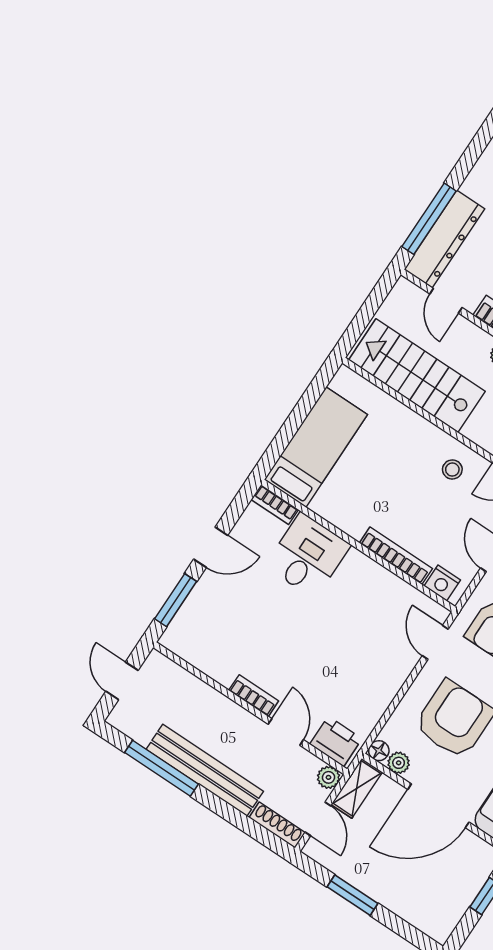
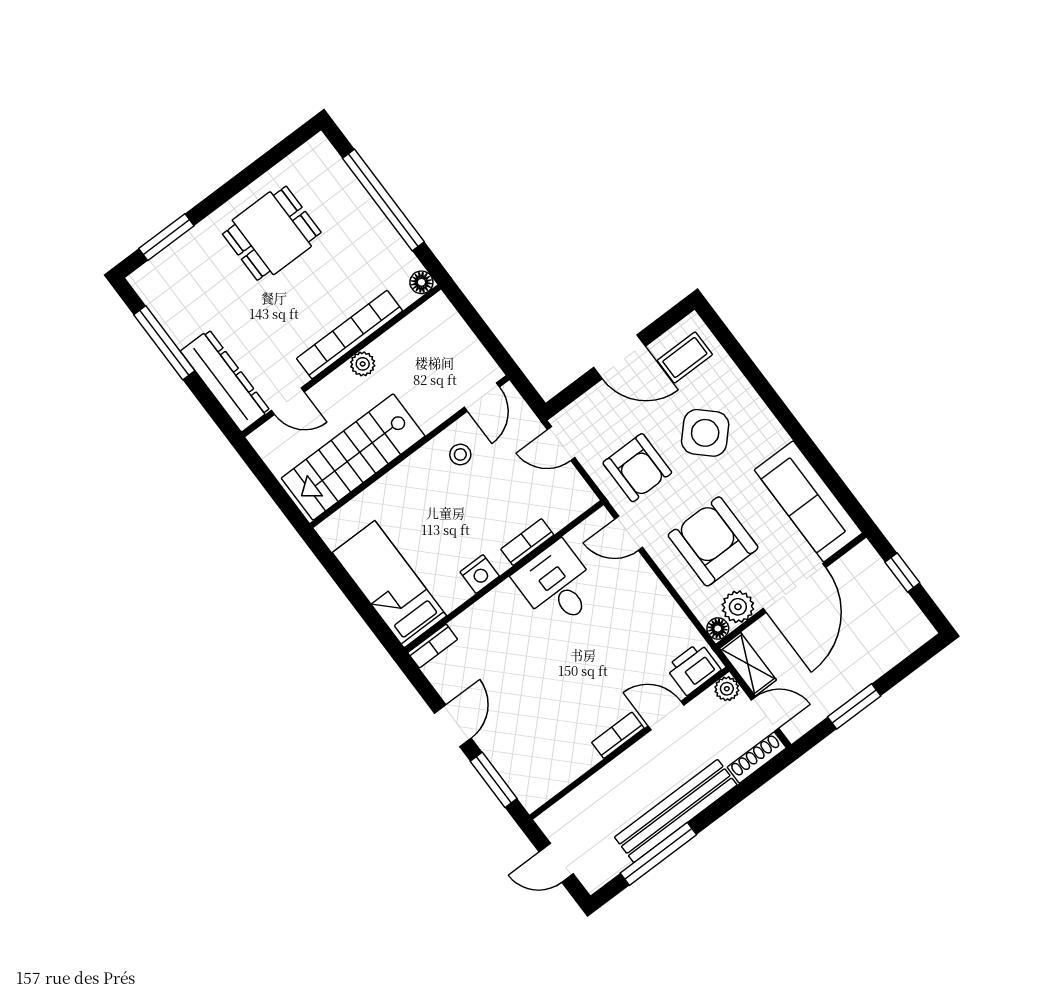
window: (429, 219) -> (164, 343), moved
desk: (308, 556) -> (557, 585), moved
bookcase: (396, 556) -> (527, 542), width x0.64
nightstand: (442, 583) -> (480, 574), moved
plant: (399, 763) -> (738, 607), width x1.38, depth x1.38

